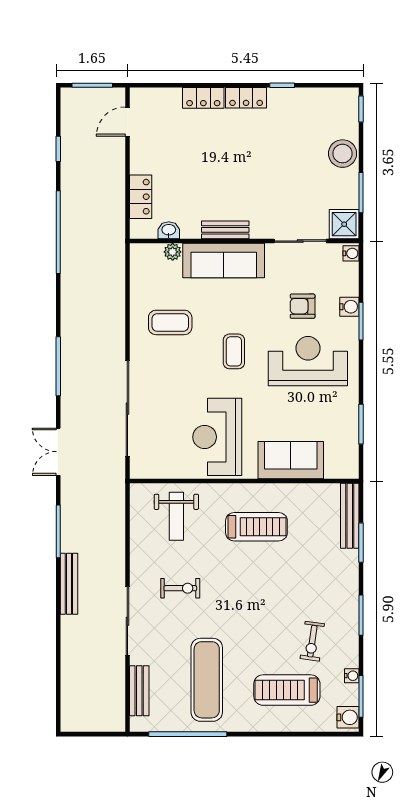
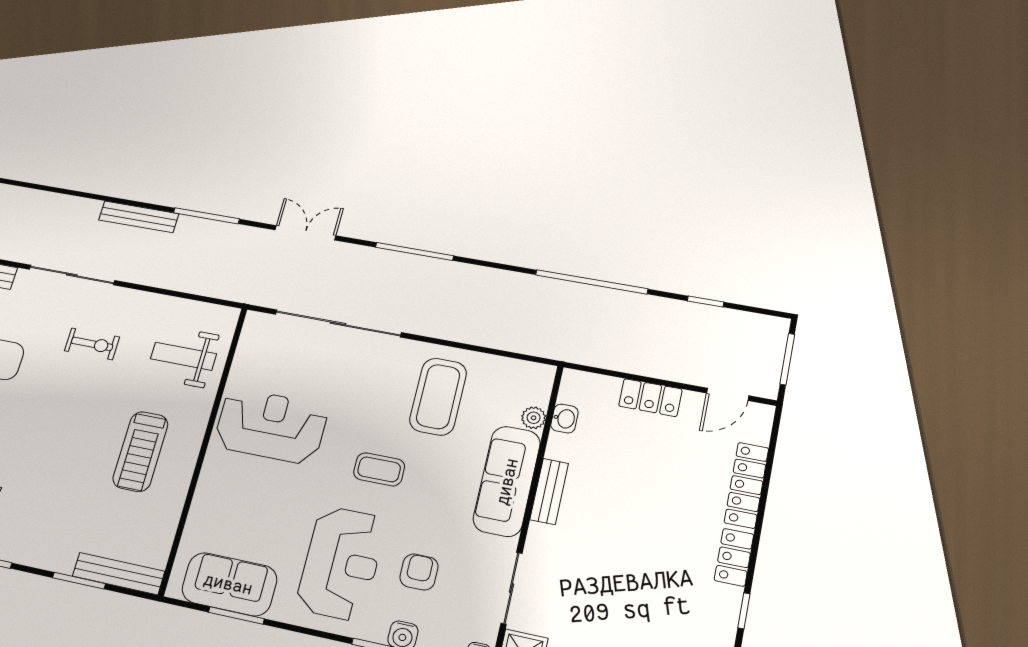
locker: (203, 98) -> (747, 485), width x1.53
door: (127, 122) -> (728, 394), swing flipped
locker: (141, 197) -> (650, 398), moved
coffee table: (170, 322) -> (438, 397), width x1.36, depth x1.32
sofa: (291, 460) -> (229, 584), moved, turned -90
exercise bike: (180, 588) -> (92, 344), turned -90

